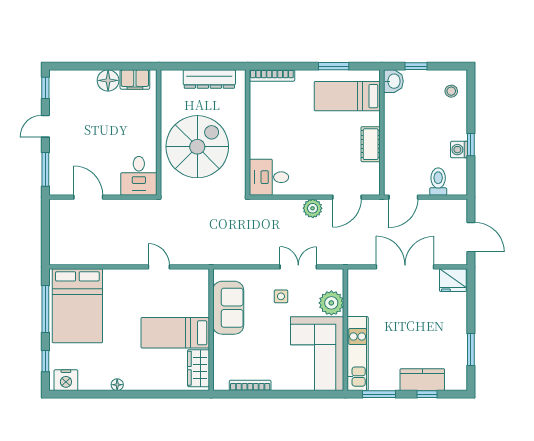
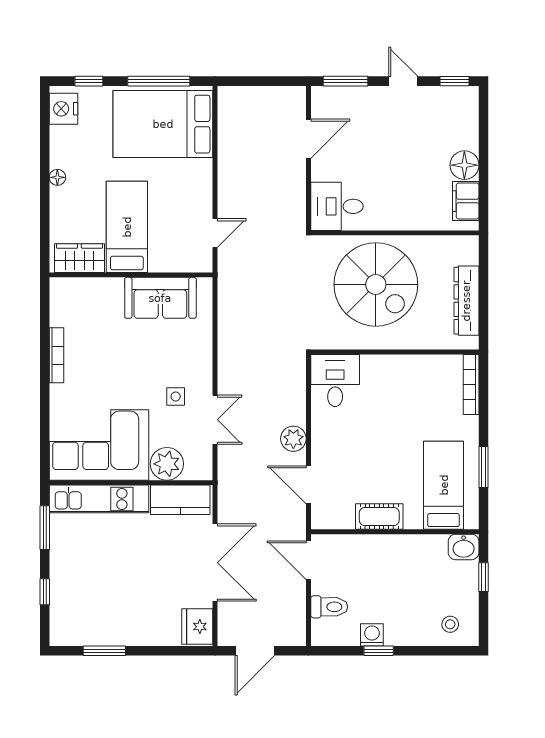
sofa: (228, 308) -> (160, 298), moved
wall: (211, 330) -> (131, 275), moved
bed: (175, 333) -> (127, 227), moved
wardrobe: (198, 368) -> (79, 258), moved
kitchen counter: (422, 380) -> (180, 500), moved, turned 90

